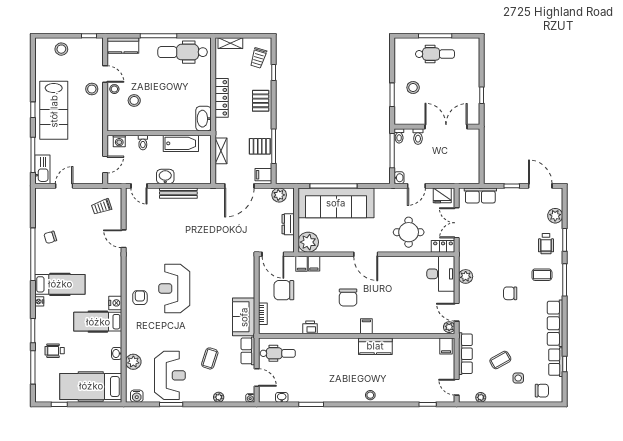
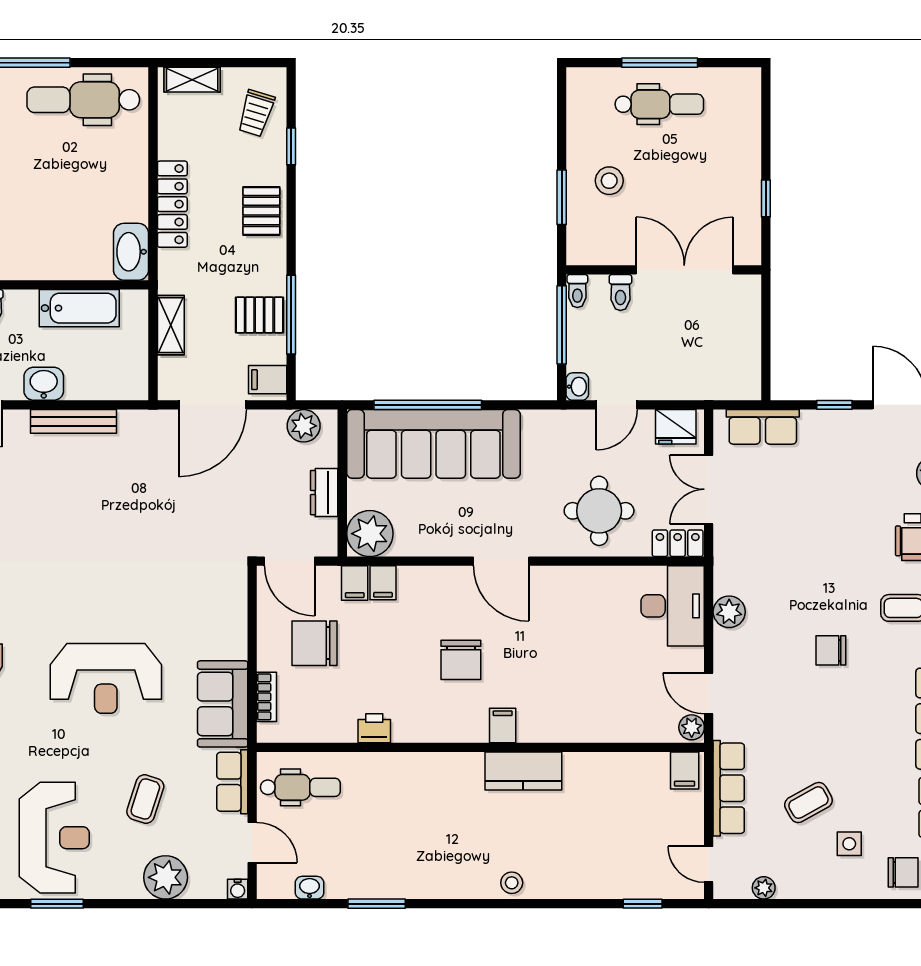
reception desk: (174, 289) -> (106, 678), moved, turned -90
plant: (219, 397) -> (166, 877), width x1.88, depth x1.88

